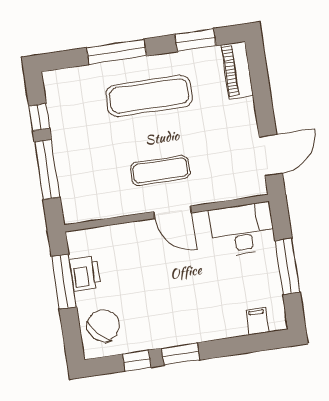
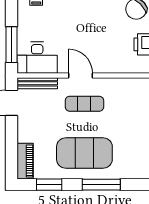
exercise mat: (149, 96) -> (84, 153), width x1.47
bench: (236, 191) -> (37, 83), added
window: (287, 266) -> (12, 45), moved

